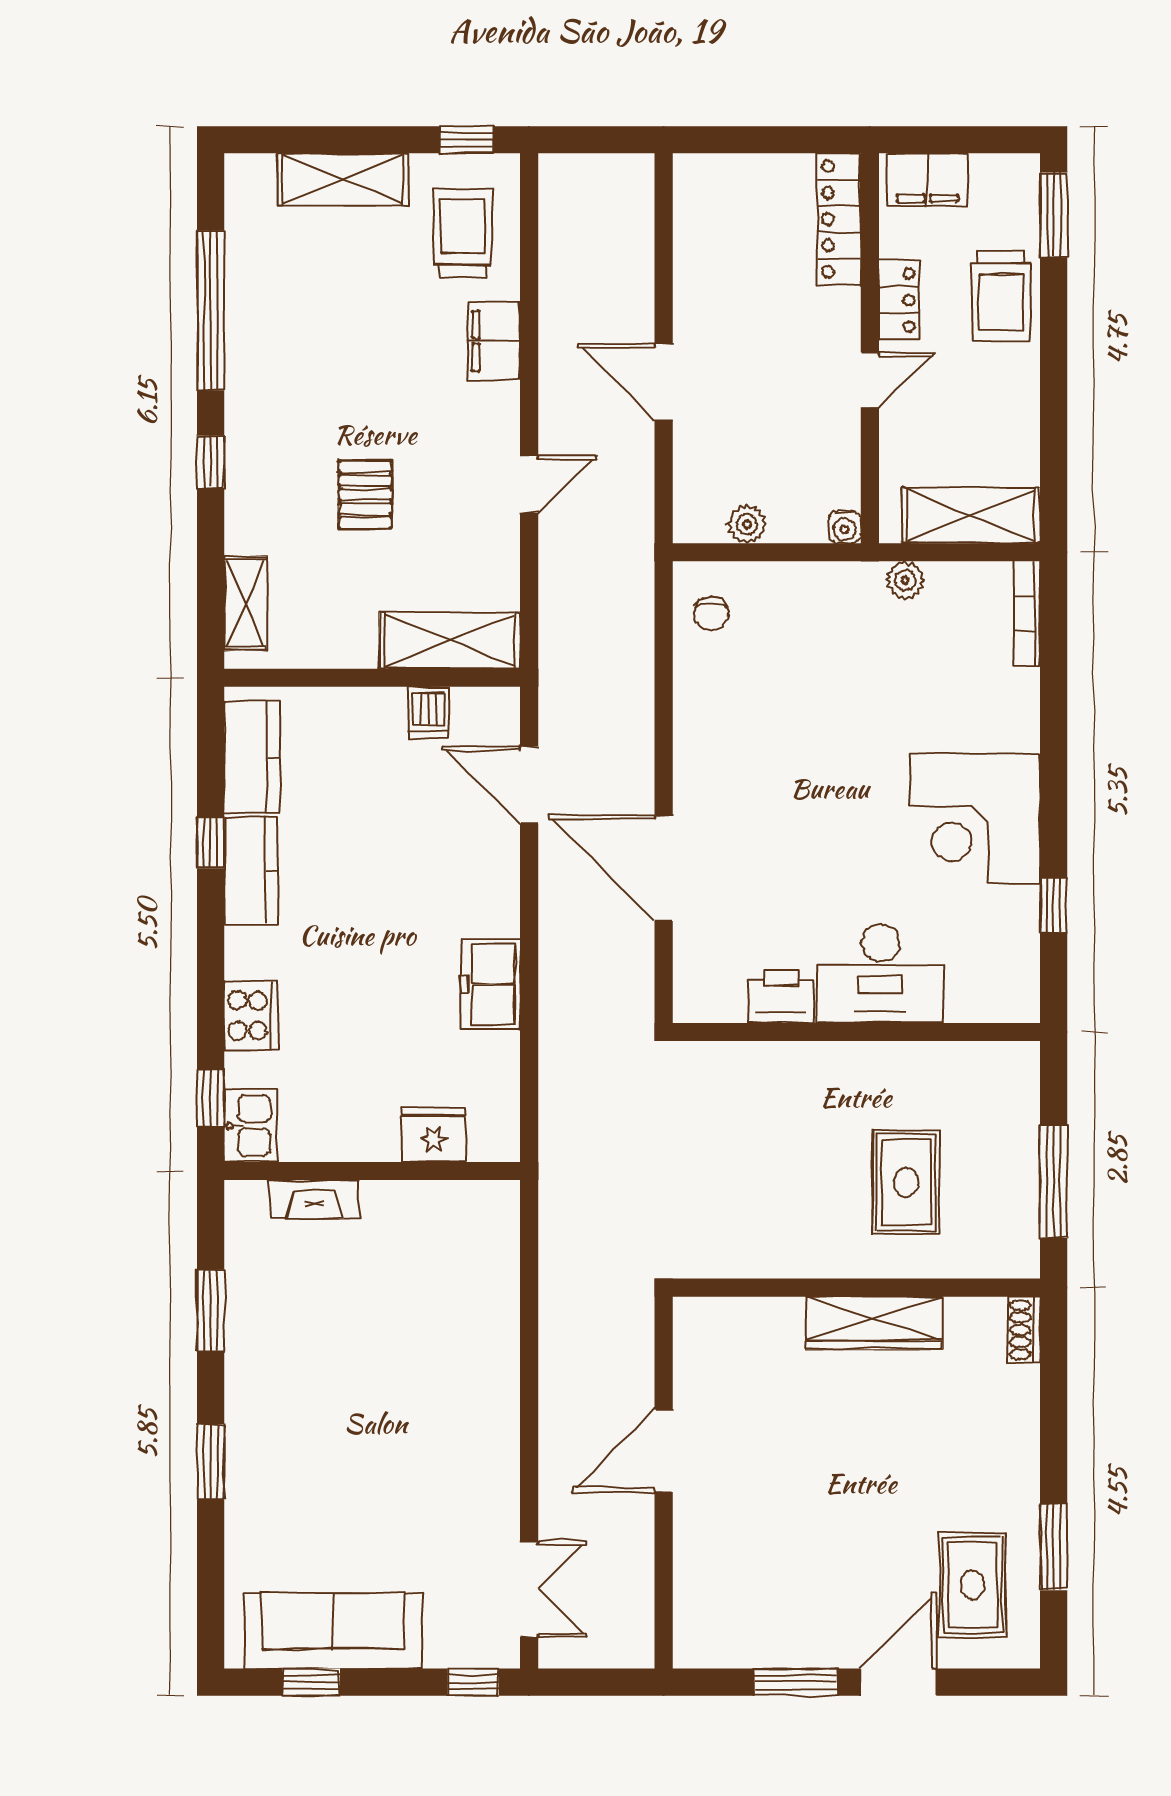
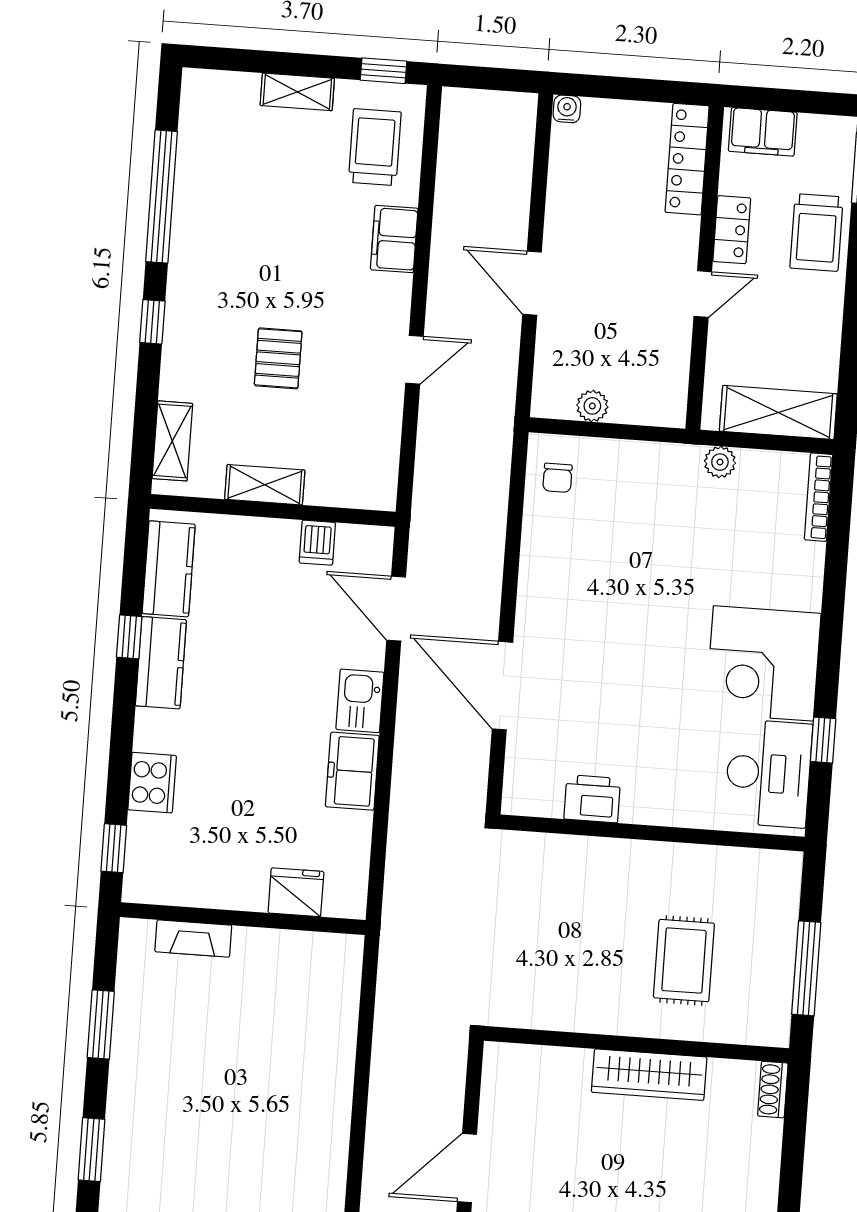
shelving: (343, 179) -> (297, 92), width x0.67, depth x0.75
water cooler: (845, 527) -> (567, 109), moved, turned 180
shelving: (450, 641) -> (265, 485), moved, width x0.67, depth x0.75
desk: (880, 974) -> (768, 773), moved, turned -90
kitchen sink: (251, 1125) -> (360, 701), moved, turned 180

